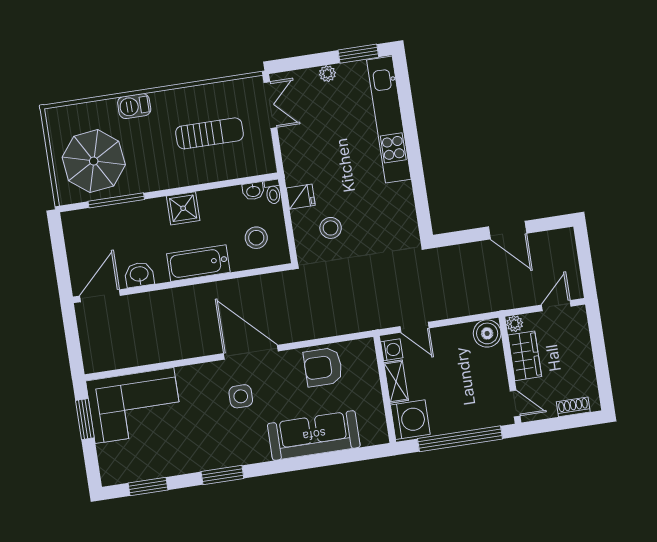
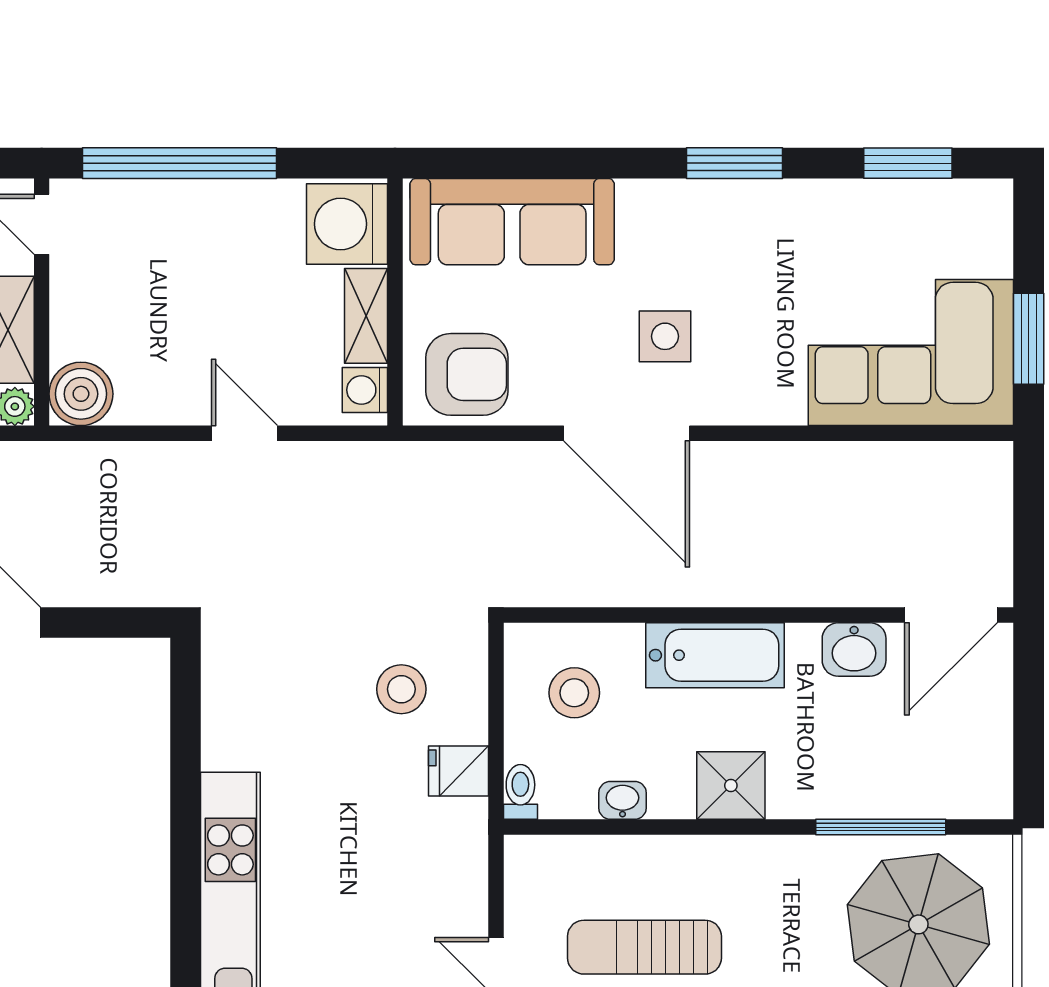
washbasin: (253, 191) -> (622, 800), moved
washing machine: (392, 350) -> (365, 390), moved
shelving: (396, 382) -> (366, 316), moved
wall: (385, 389) -> (395, 302), moved
washing machine: (410, 420) -> (347, 224), moved

